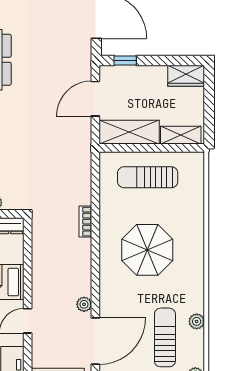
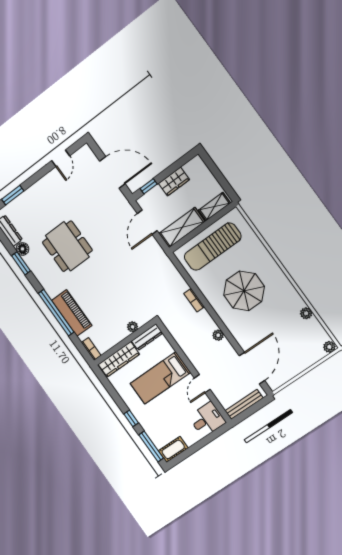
wardrobe: (186, 76) -> (174, 182), moved
sun lounger: (148, 177) -> (213, 247), width x1.36, depth x1.34
plant: (84, 304) -> (218, 335), moved
sun lounger: (165, 337) -> (293, 337), removed

